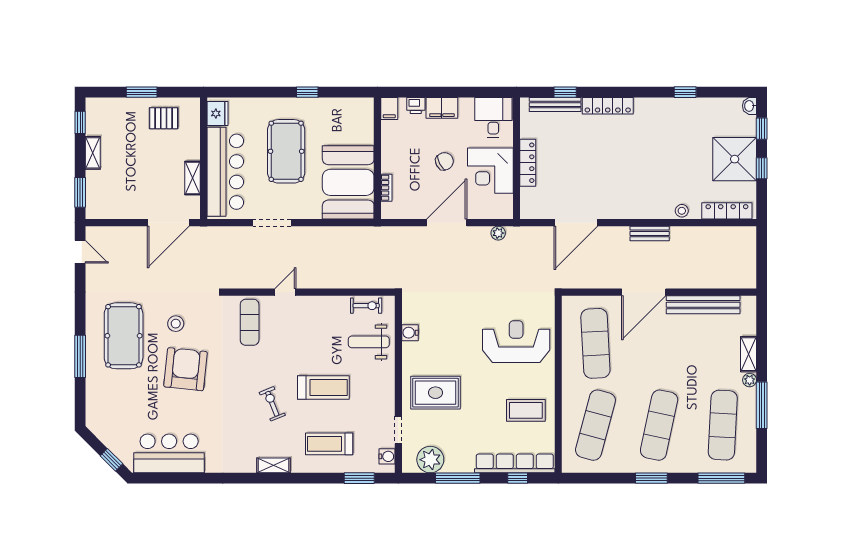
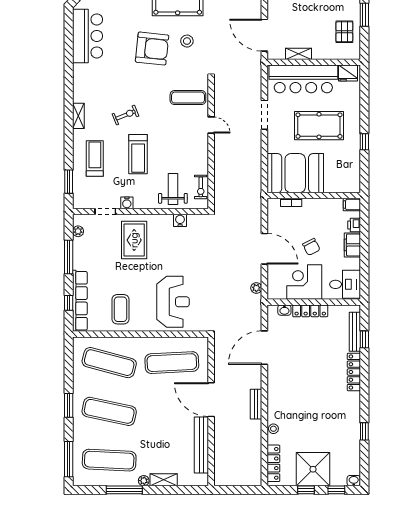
washbasin: (527, 196) -> (284, 310), added
door: (576, 223) -> (264, 348), hinge flipped
water cooler: (387, 456) -> (127, 203), moved
plant: (430, 460) -> (78, 231), width x0.53, depth x0.53

